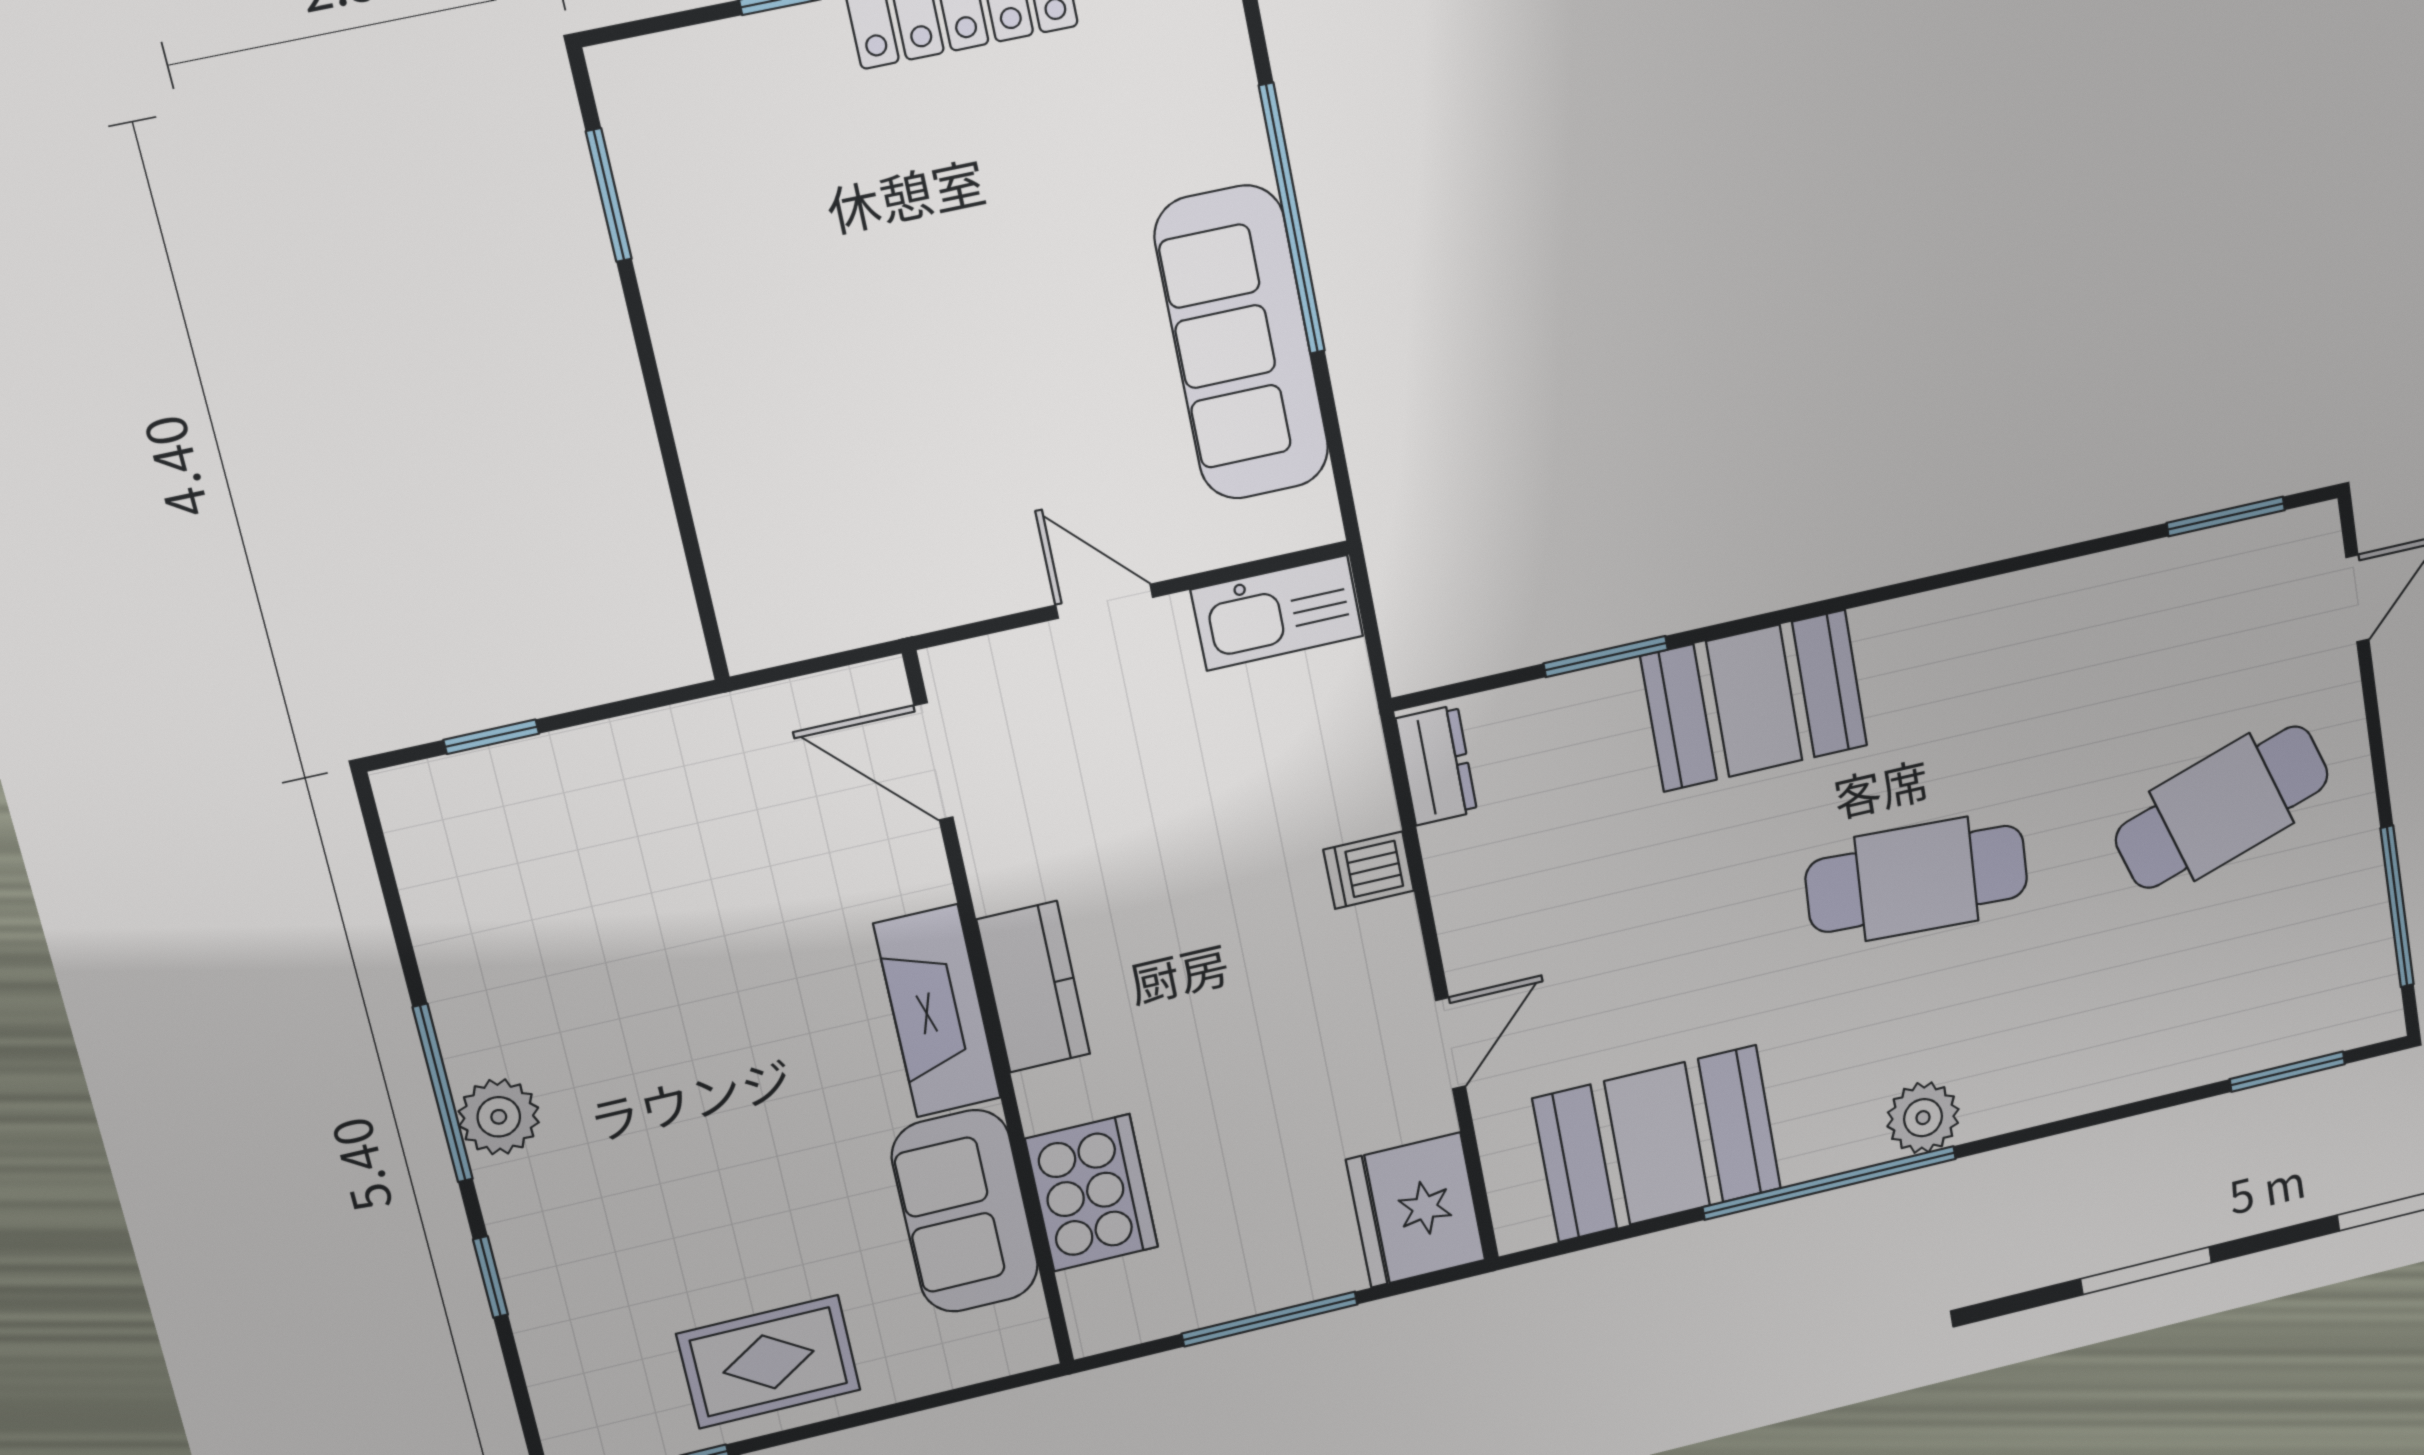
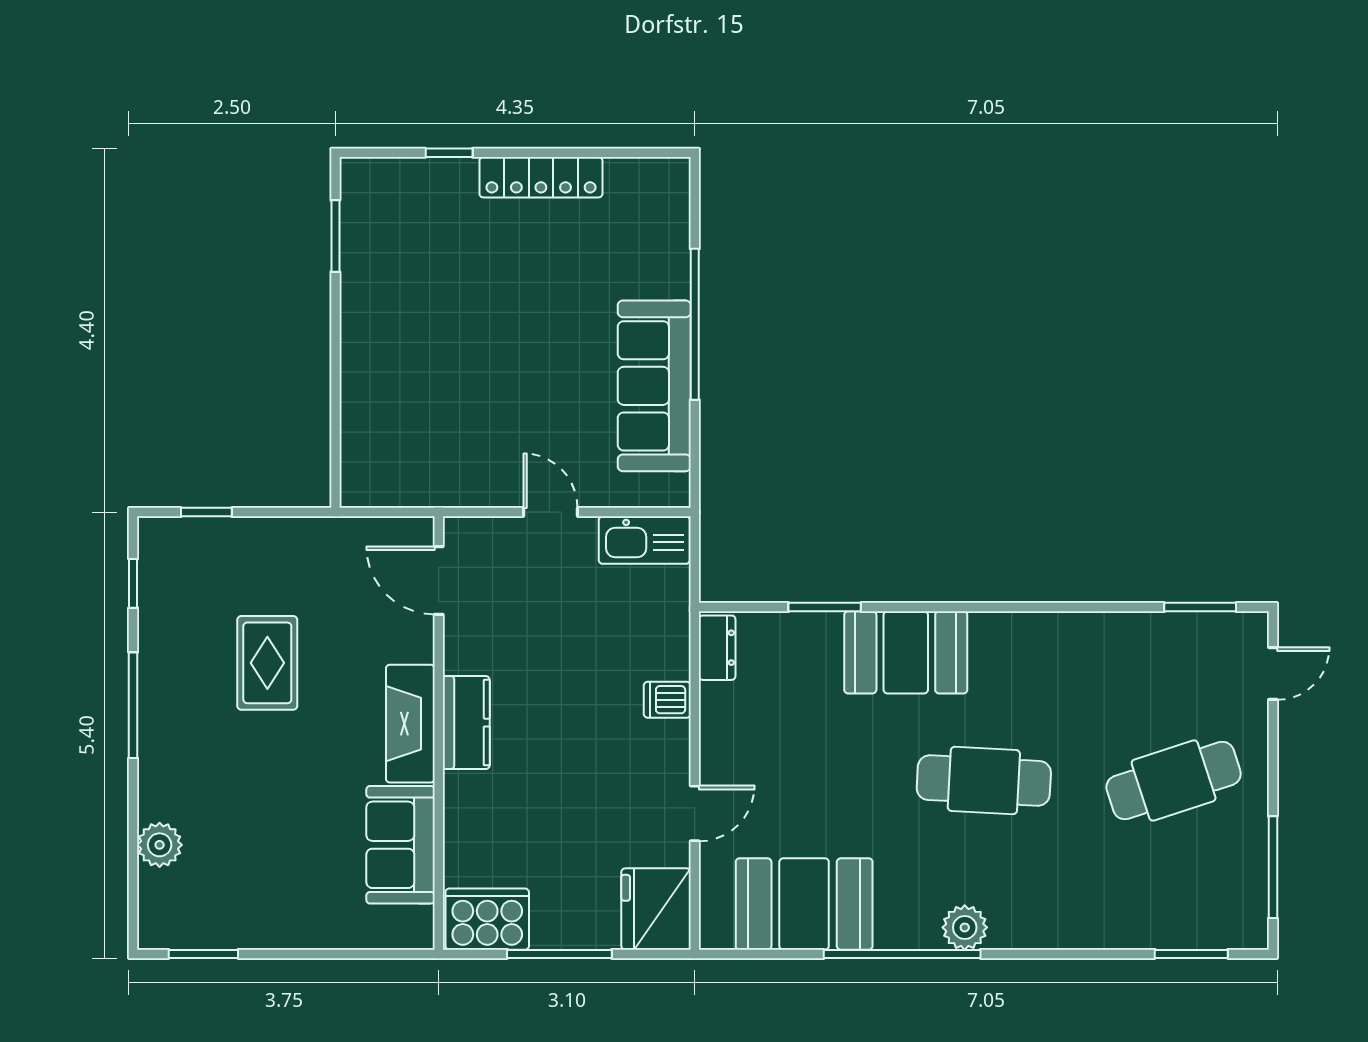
plant: (499, 1117) -> (160, 845), moved
cooker: (1092, 1193) -> (487, 919), moved, turned -90
window: (490, 1277) -> (133, 583), moved
rug: (769, 1362) -> (267, 663), moved, turned 90

